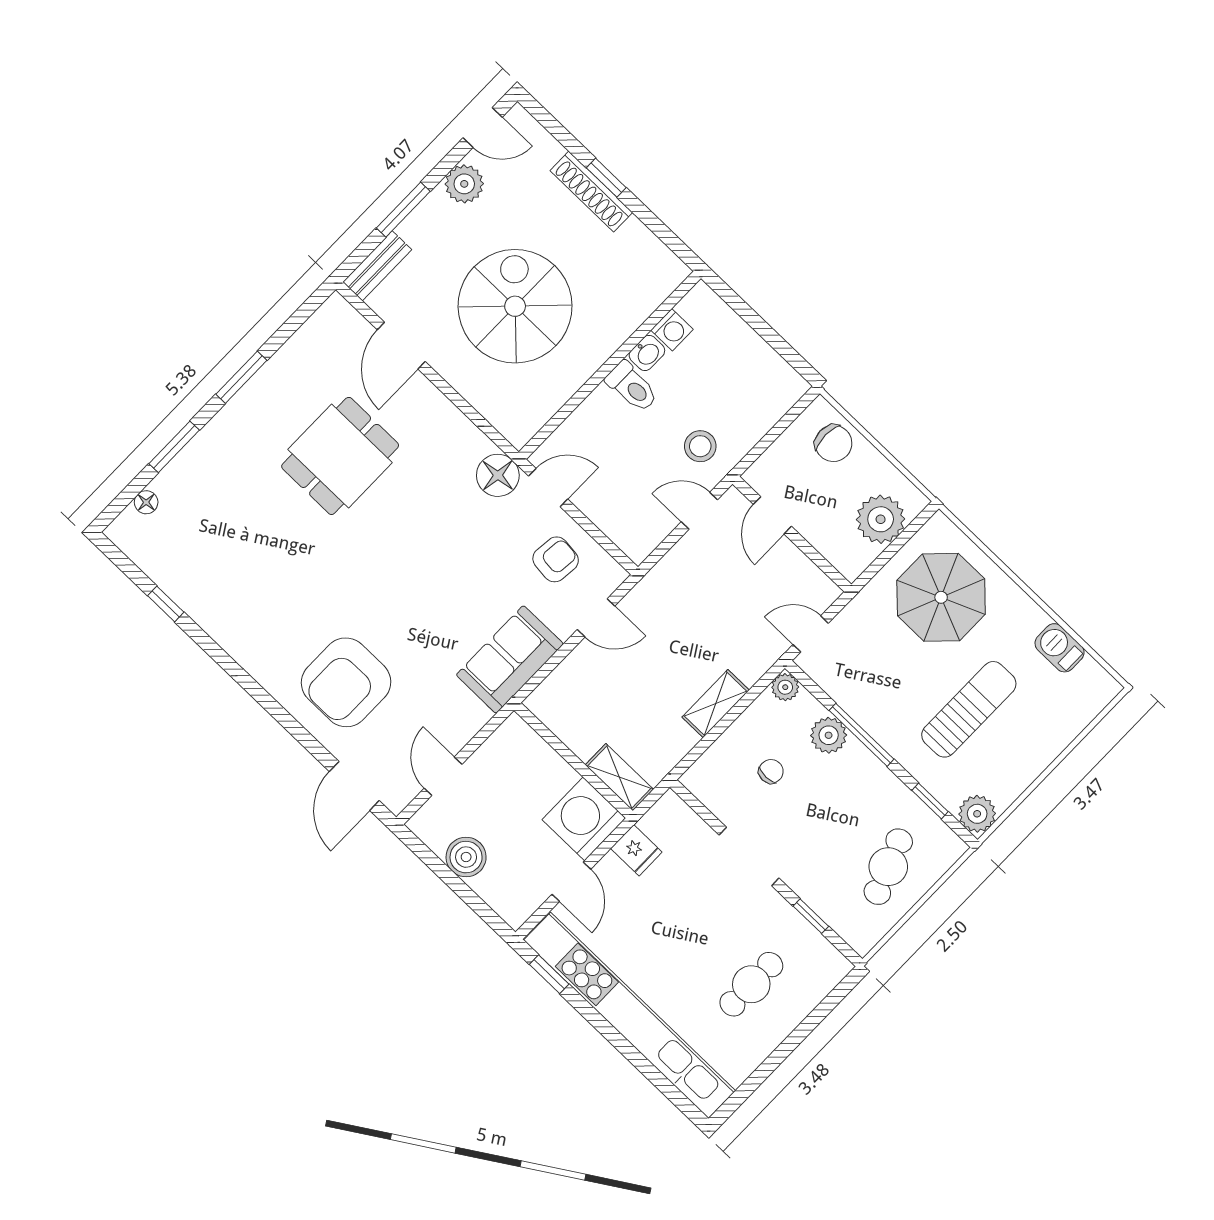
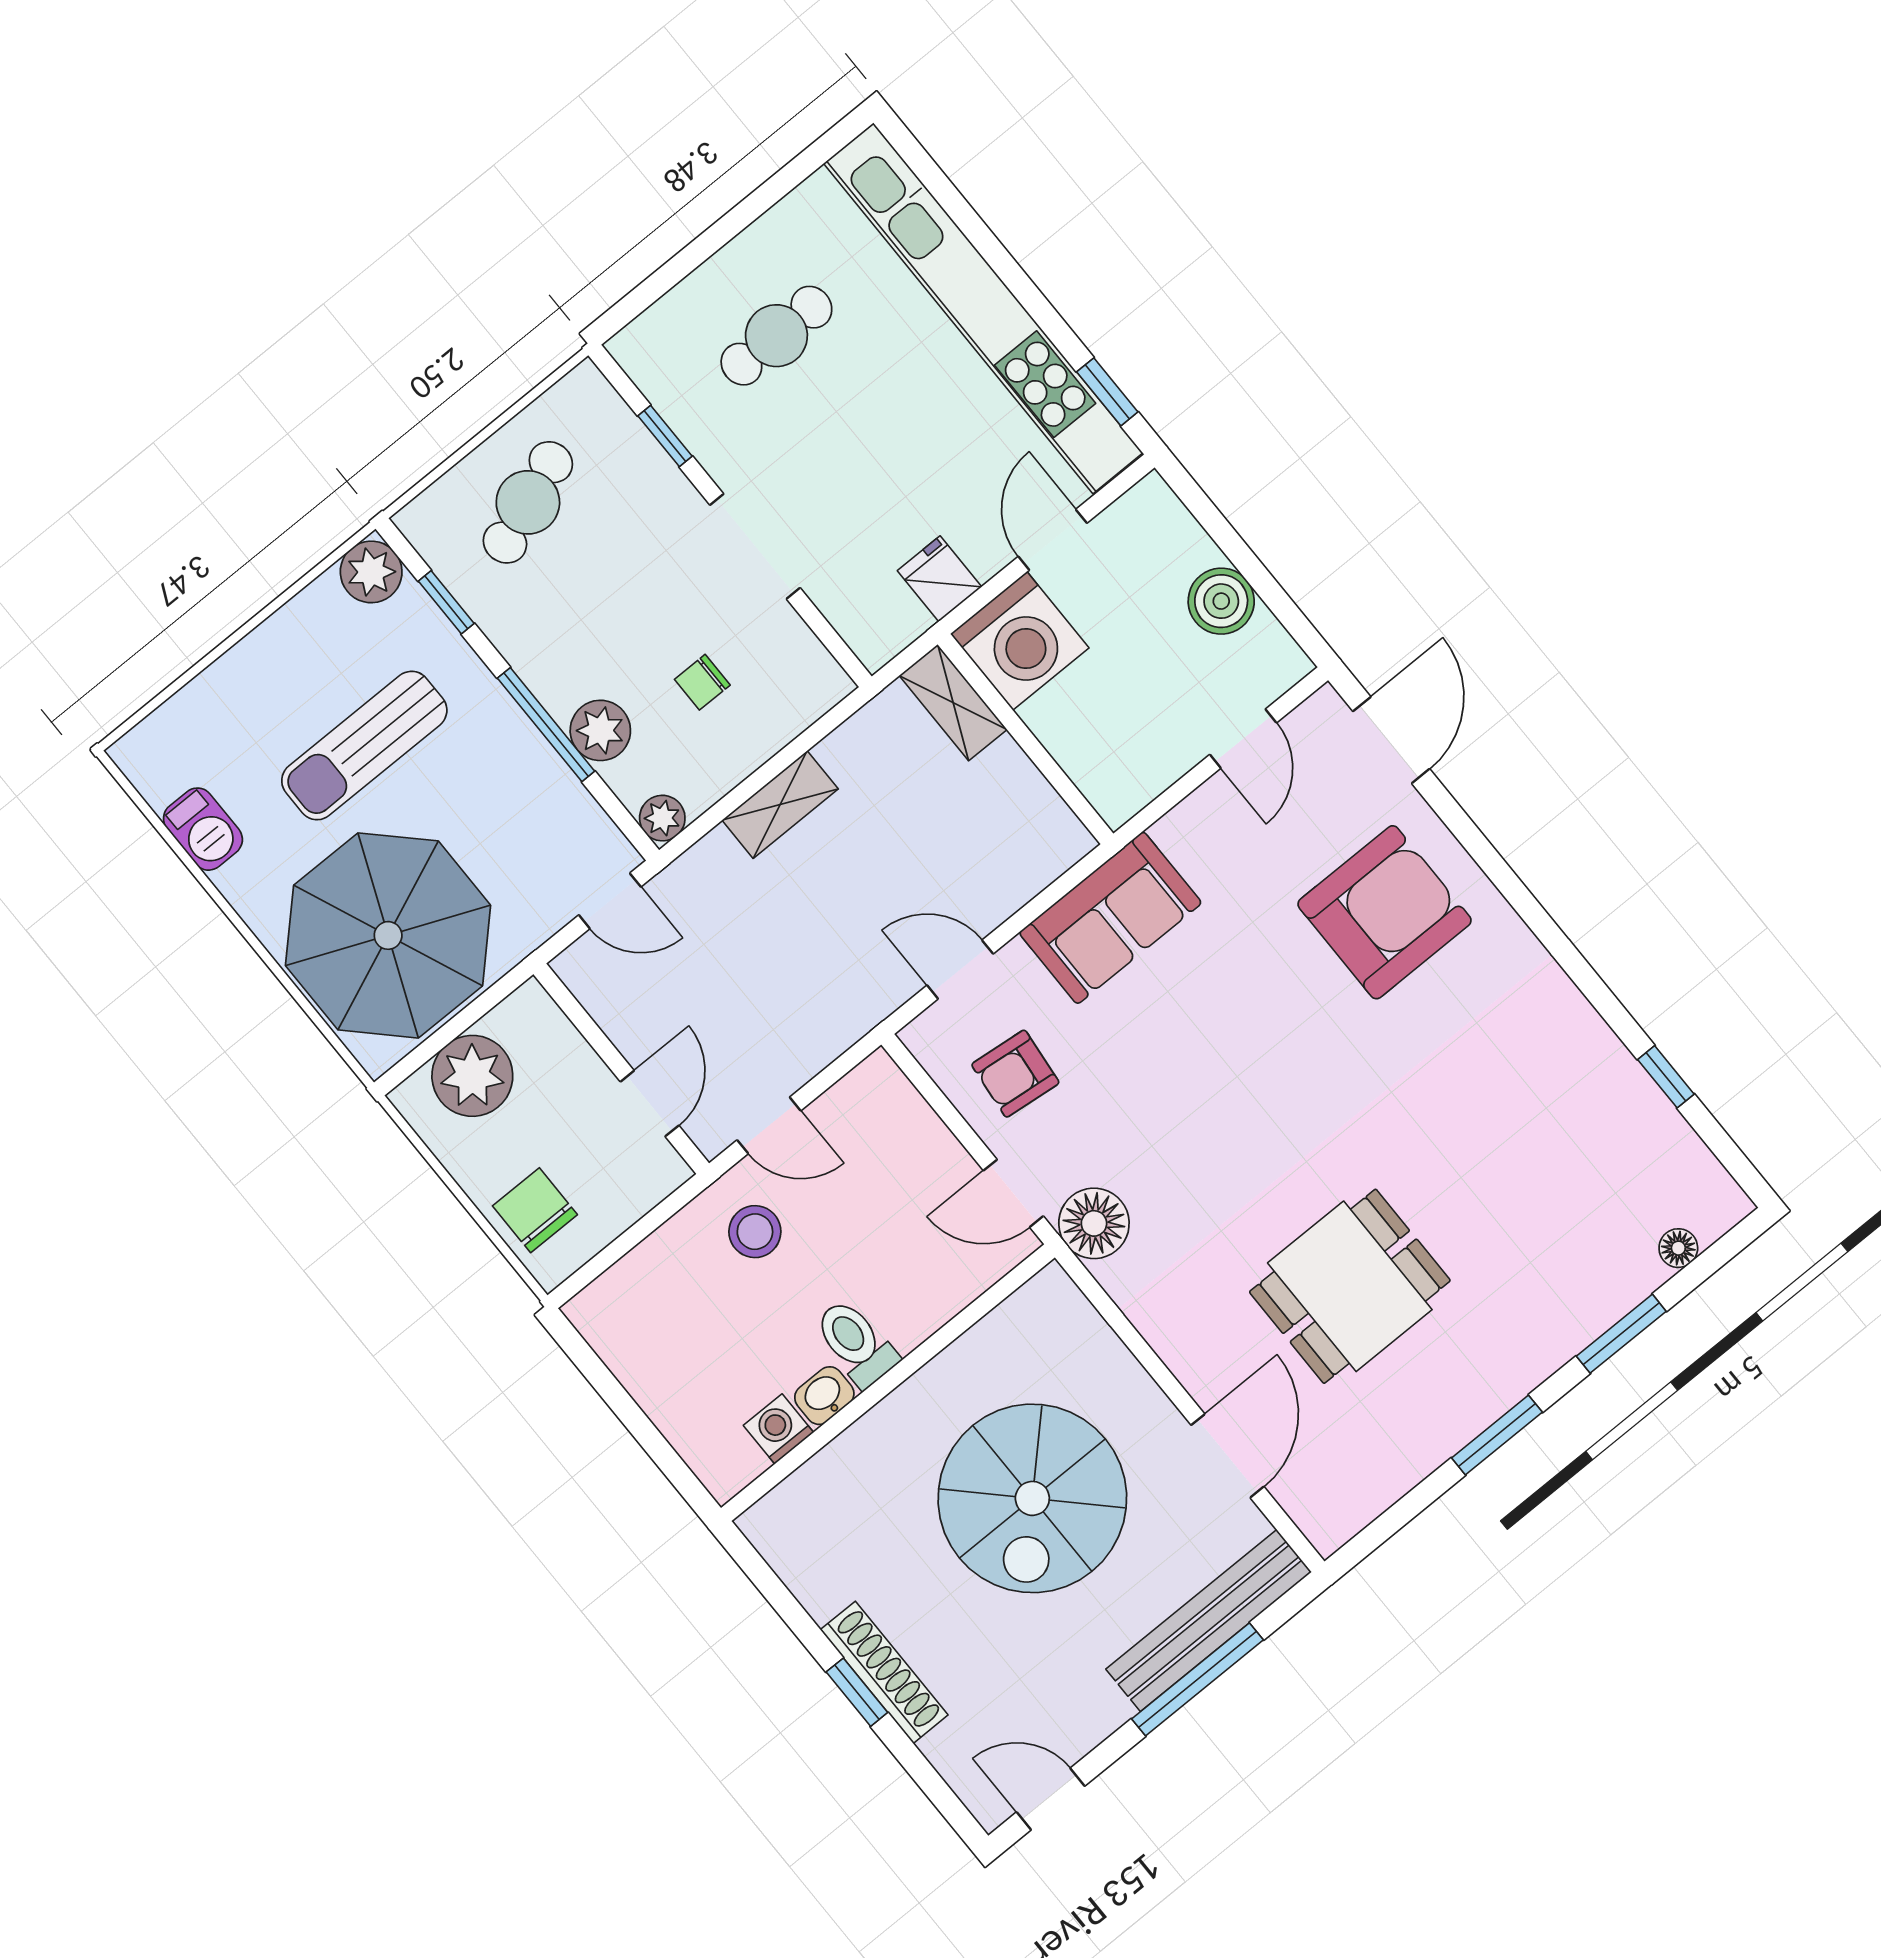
plant: (464, 184) -> (1092, 1710), removed
window: (403, 210) -> (1197, 1679), width x1.44
bench: (377, 266) -> (1209, 1621), width x1.86, depth x1.21
parasol: (941, 597) -> (388, 935), width x1.36, depth x1.36

